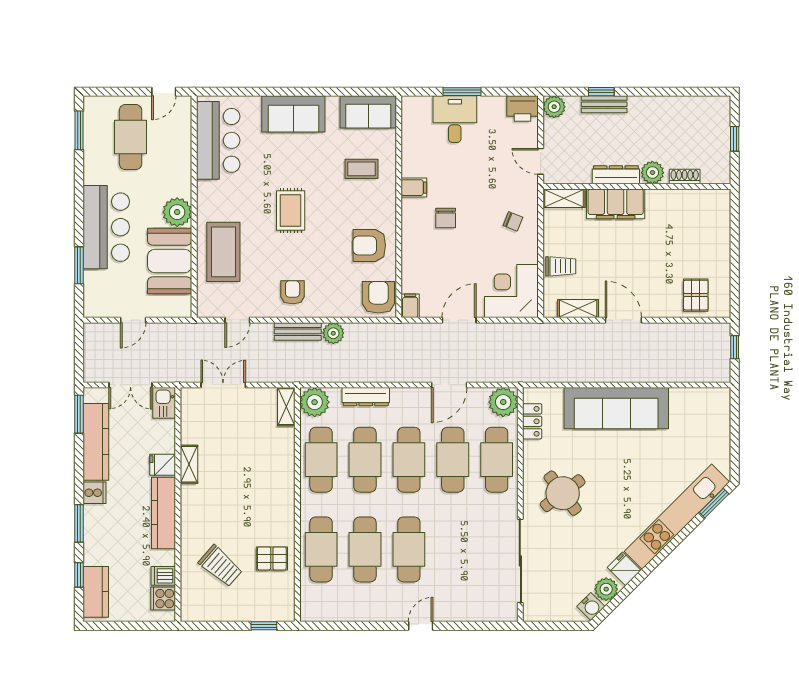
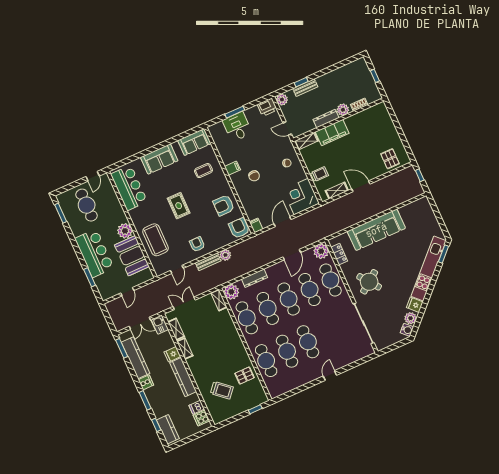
shelving: (189, 424) -> (176, 329), added

